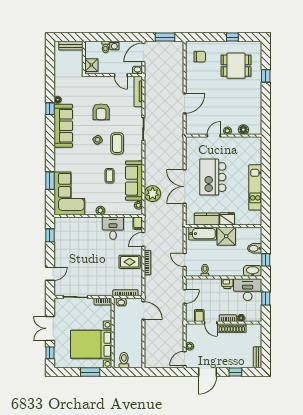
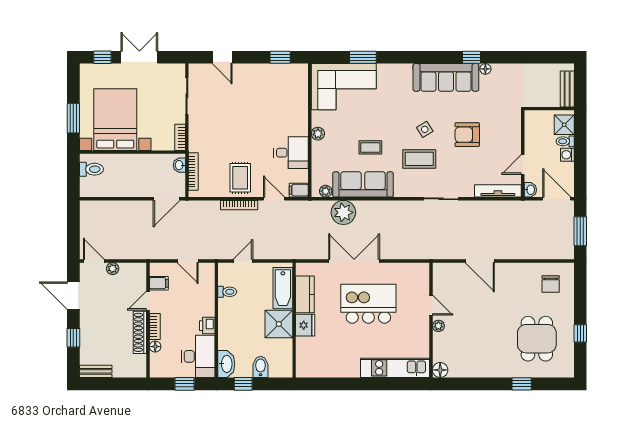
shower: (91, 65) -> (564, 125), moved
floor lamp: (243, 130) -> (440, 370), moved
kitchen unit: (255, 187) -> (395, 368), moved

